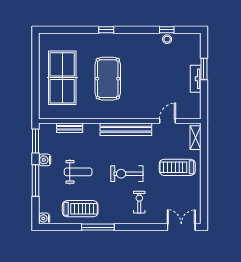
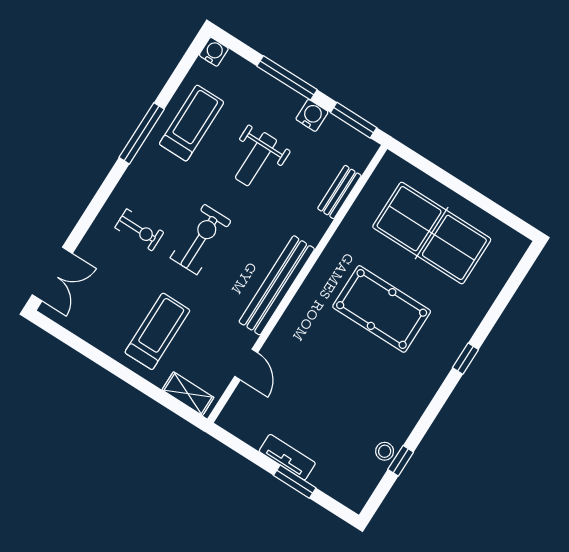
treadmill: (80, 209) -> (192, 123), turned 180

